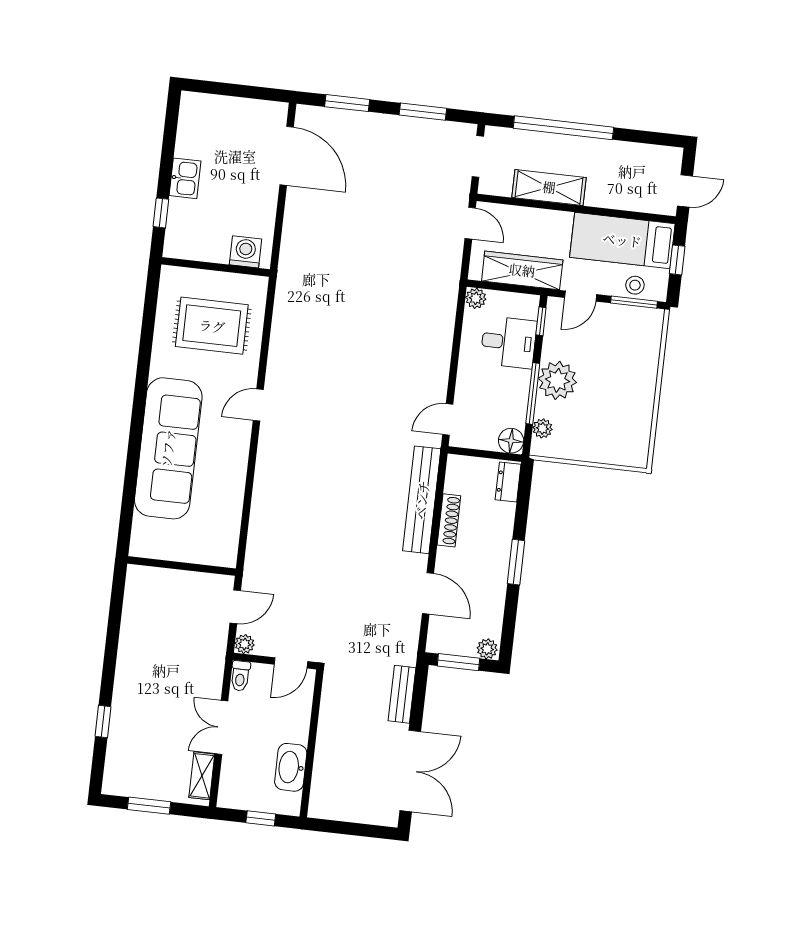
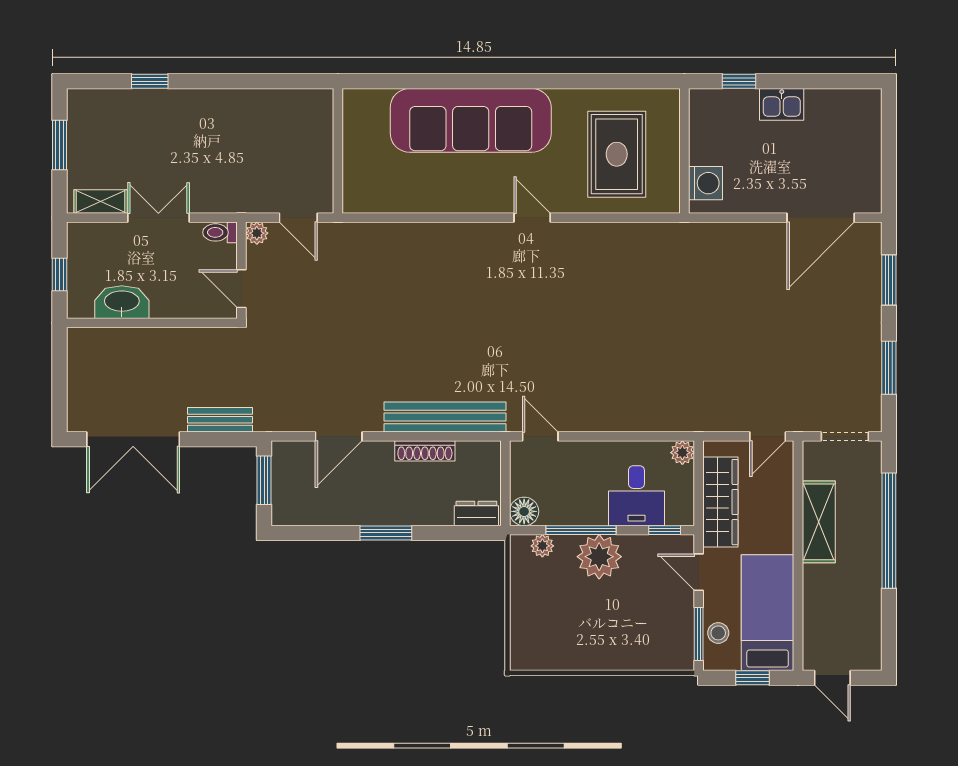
plant: (487, 649) -> (283, 511), removed

